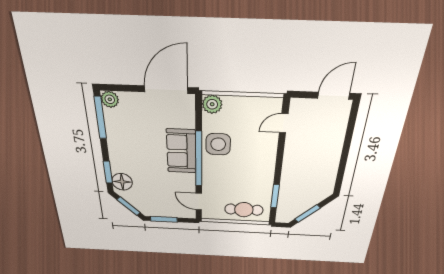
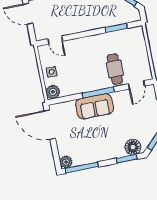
side table: (218, 144) -> (52, 72), moved, width x0.54, depth x0.54
window: (199, 159) -> (98, 92), width x0.68
cafe table: (244, 210) -> (115, 69), moved

